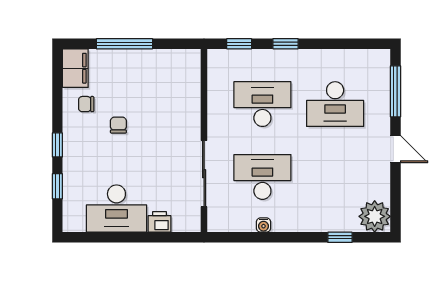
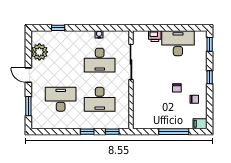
filing cabinet: (75, 68) -> (200, 124), width x0.50
window: (396, 91) -> (28, 106), width x0.69
window: (57, 186) -> (210, 44), moved
plant: (375, 216) -> (39, 52), moved

